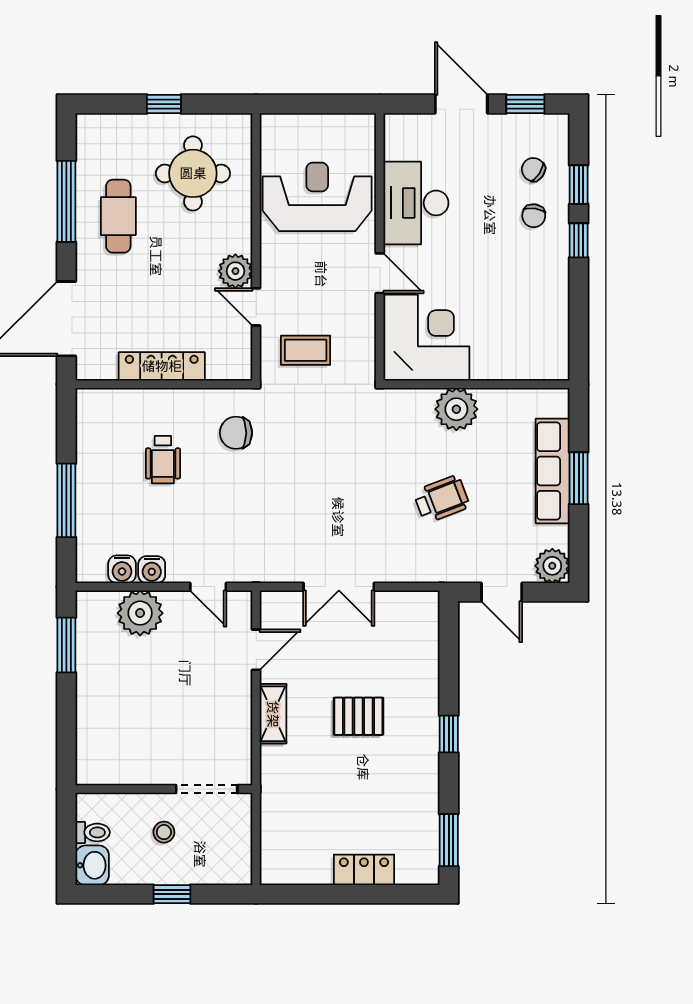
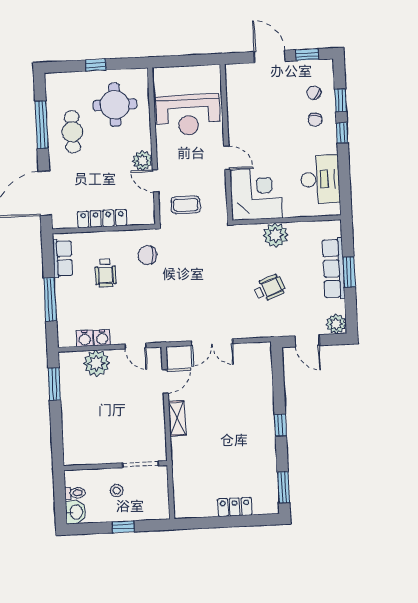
reception desk: (317, 197) -> (188, 115), turned 180
desk: (416, 203) -> (320, 179), moved, turned 180
row of seats: (91, 431) -> (63, 258), added
pallet: (358, 716) -> (227, 417), removed

